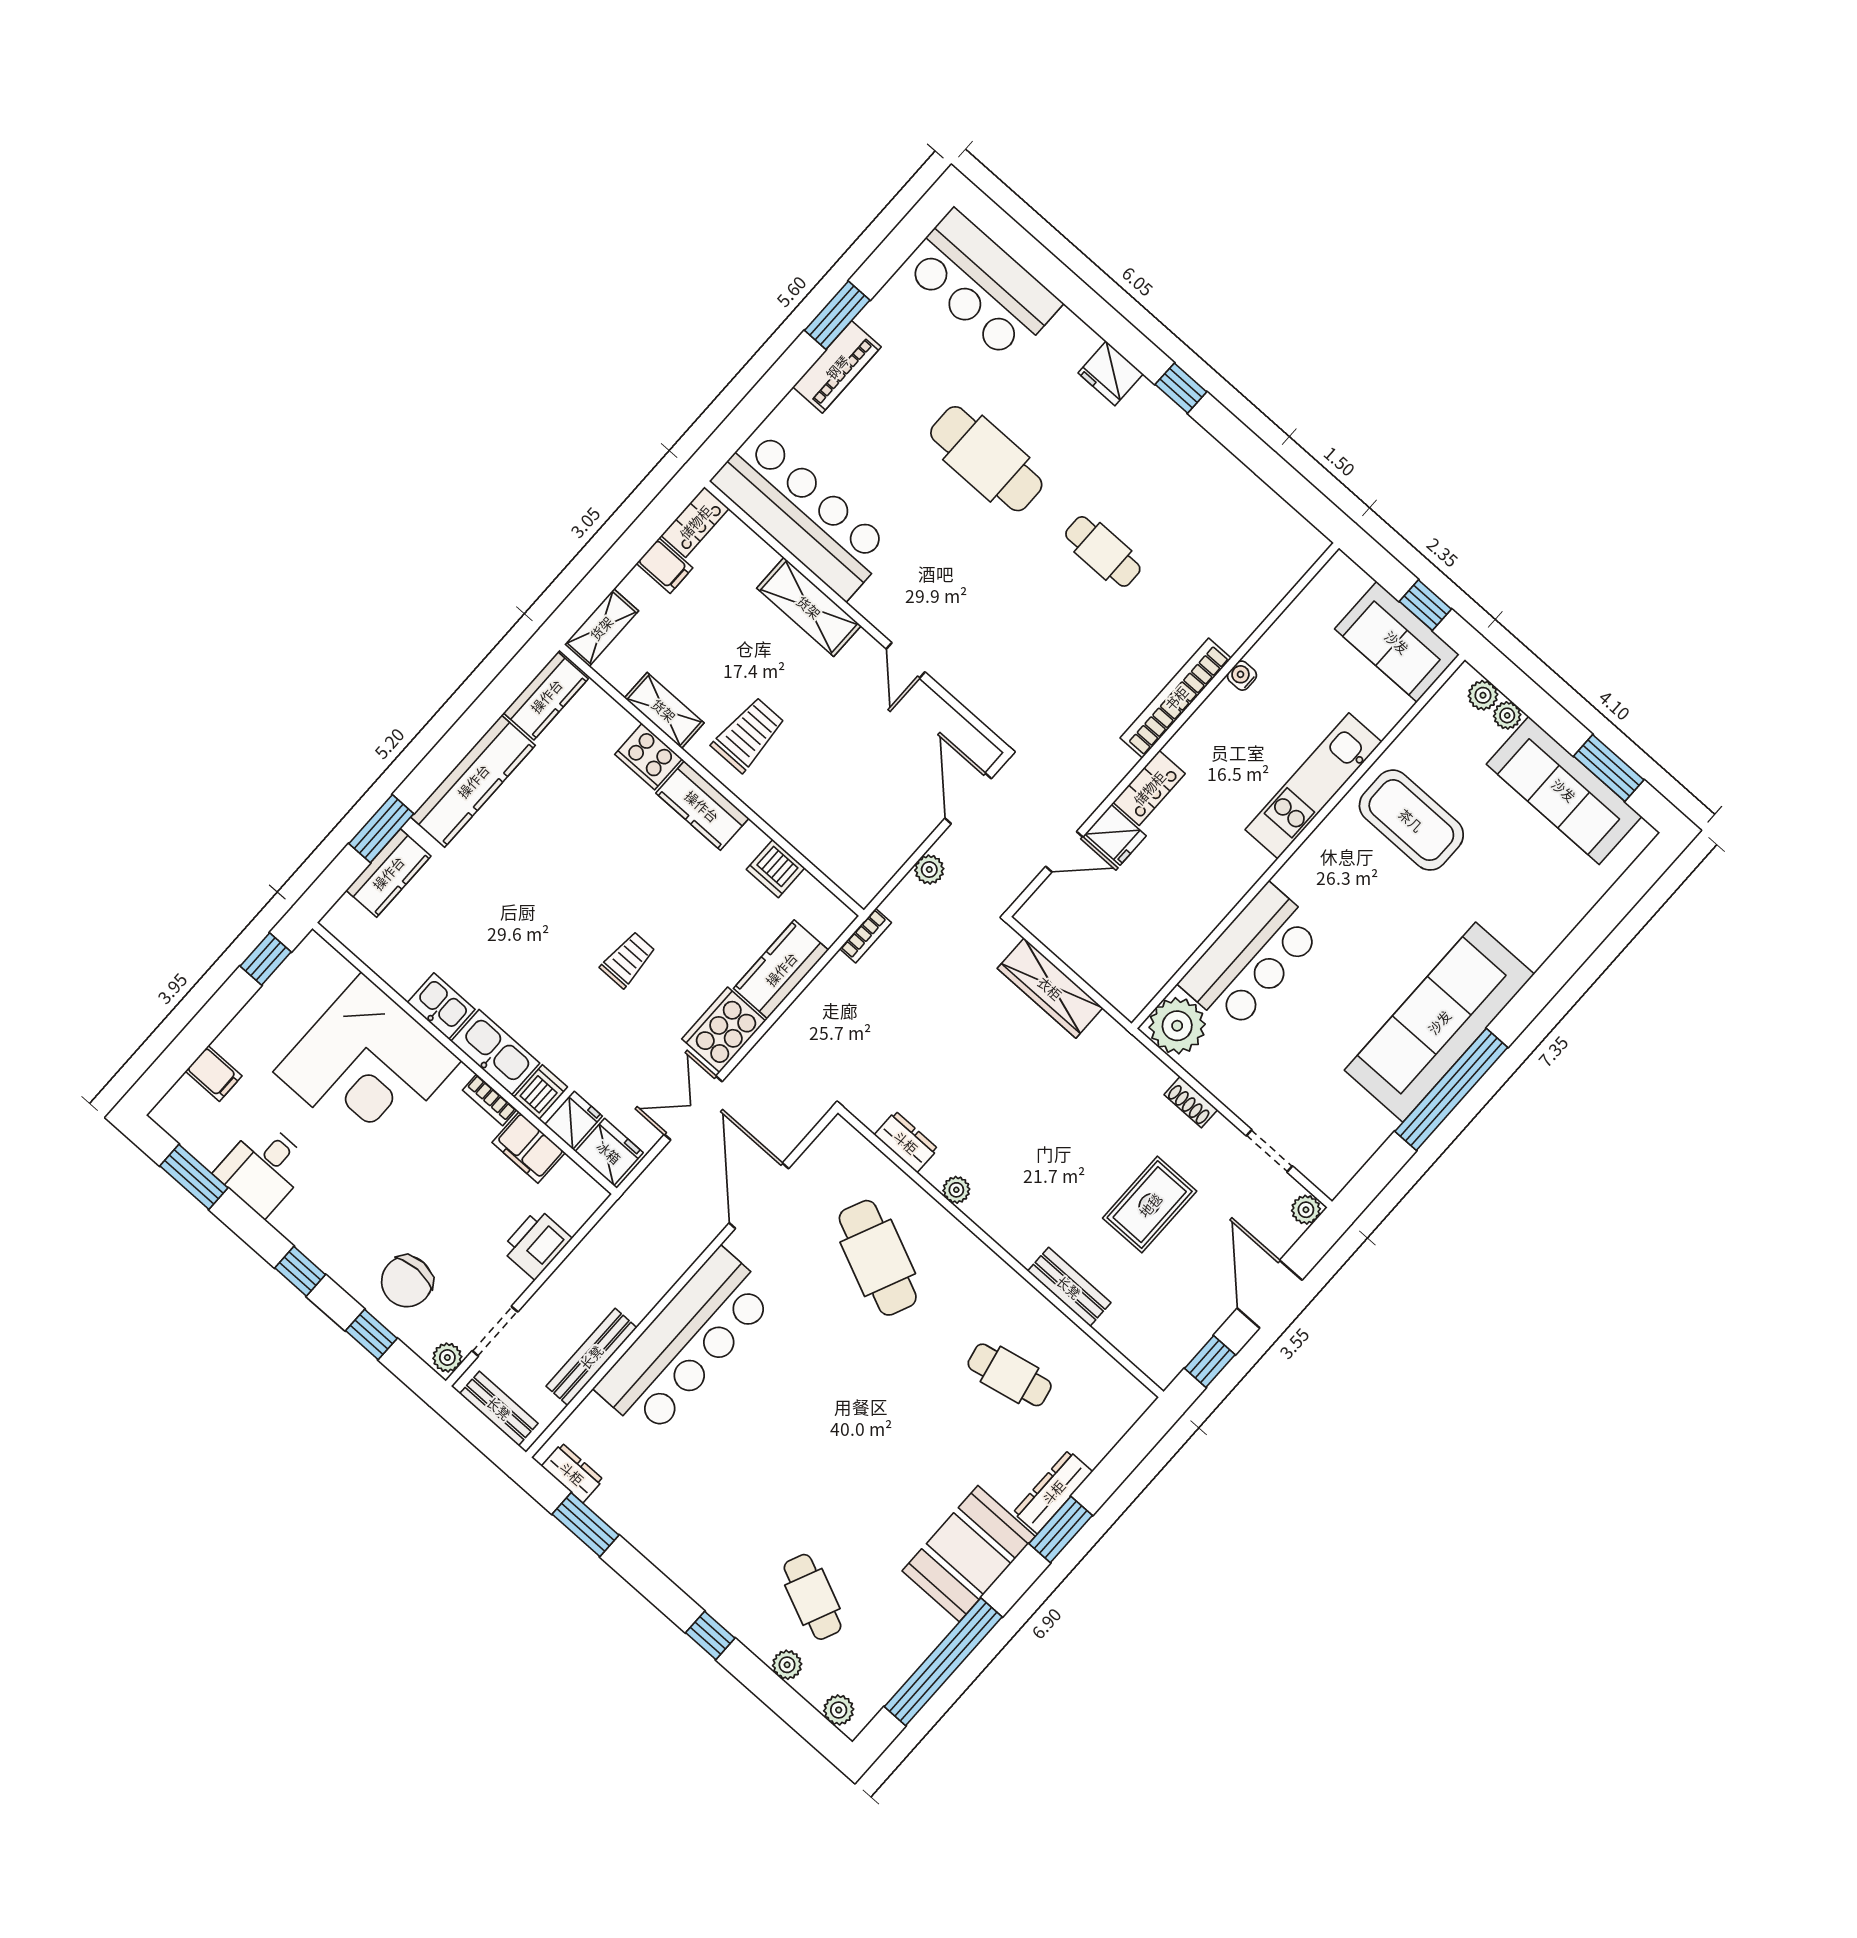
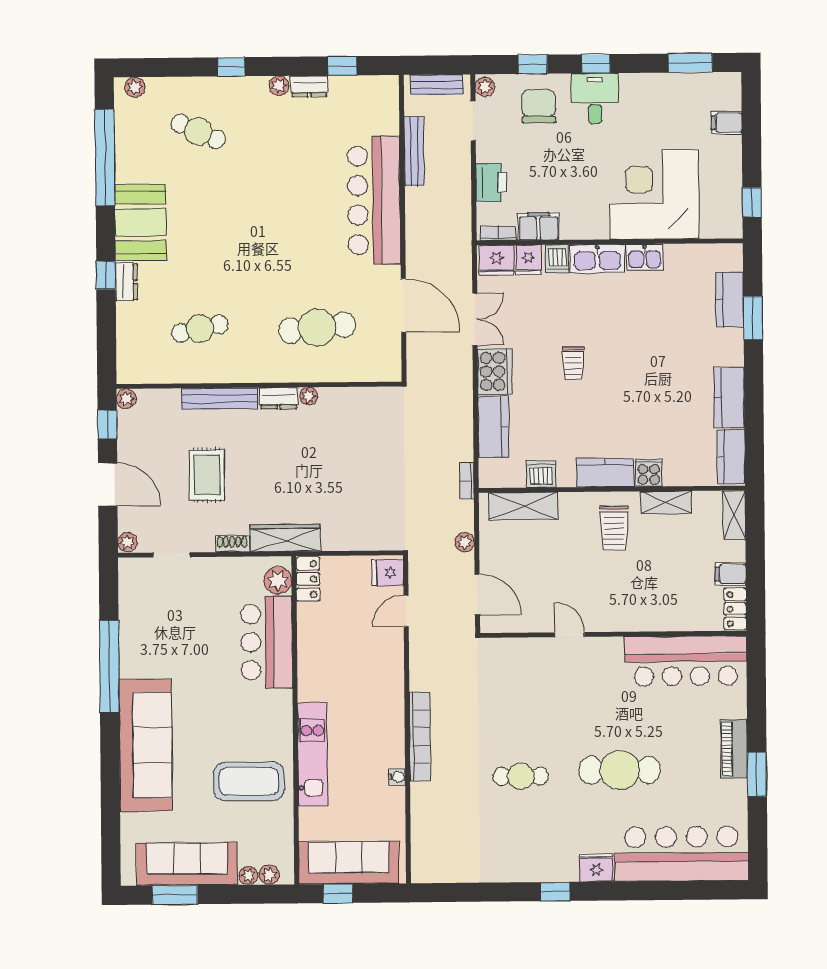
bar counter: (982, 285) -> (681, 854), width x1.36
shelving: (809, 607) -> (523, 506), moved
sofa: (1397, 642) -> (349, 863), width x1.36
cooker: (648, 757) -> (649, 473), width x0.73
kitchen counter: (473, 781) -> (729, 397), width x0.67
locker: (1149, 788) -> (308, 579), moved, turned 180
fridge: (1116, 835) -> (388, 573), moved
wardrobe: (1050, 988) -> (286, 538), moved
sofa: (1439, 1022) -> (146, 745), moved
plant: (1177, 1026) -> (278, 580), width x0.73, depth x0.73
bookcase: (490, 1100) -> (498, 233), moved
dresser: (906, 1142) -> (279, 398), moved
desk: (263, 1169) -> (595, 98), moved
cafe table: (878, 1258) -> (317, 328), turned -30
bench: (1069, 1287) -> (220, 399), width x1.36
plant: (1162, 1371) -> (126, 399), added
dresser: (572, 1473) -> (309, 86), moved
dresser: (1053, 1492) -> (126, 282), width x0.70
window: (585, 1525) -> (342, 66), width x0.67
window: (1061, 1529) -> (106, 275), width x0.67
plant: (787, 1665) -> (279, 86), moved

